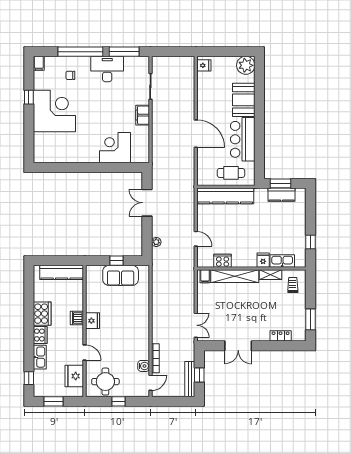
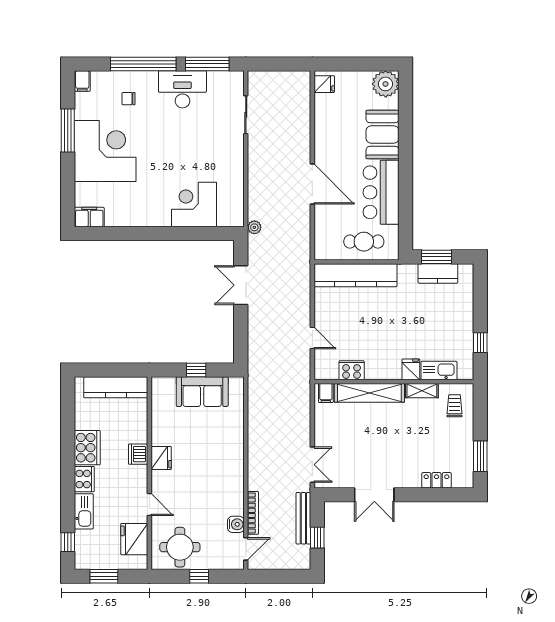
window: (29, 97) -> (68, 131), width x2.17
filing cabinet: (143, 115) -> (89, 217), moved, turned 90
plant: (156, 242) -> (254, 227), moved
bench: (190, 379) -> (303, 518), moved

